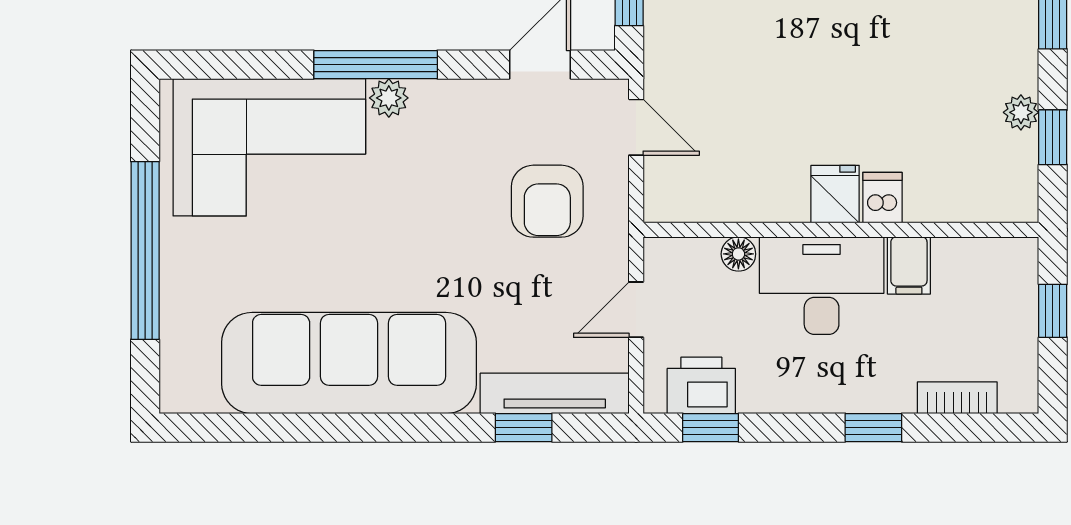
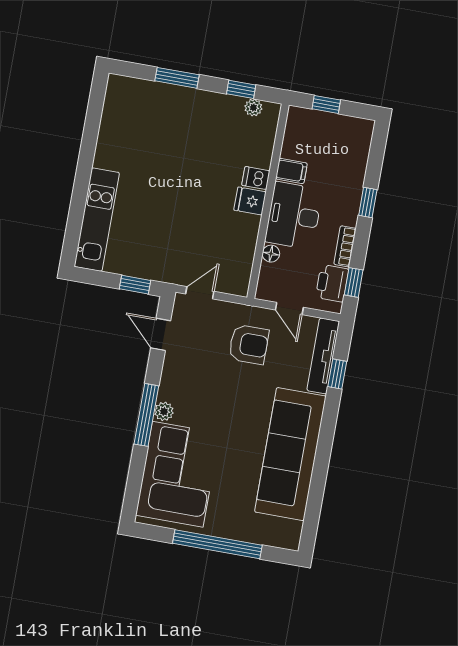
plant: (1021, 112) -> (253, 108), moved
armchair: (547, 201) -> (249, 344), moved
bookcase: (957, 398) -> (345, 246), moved

